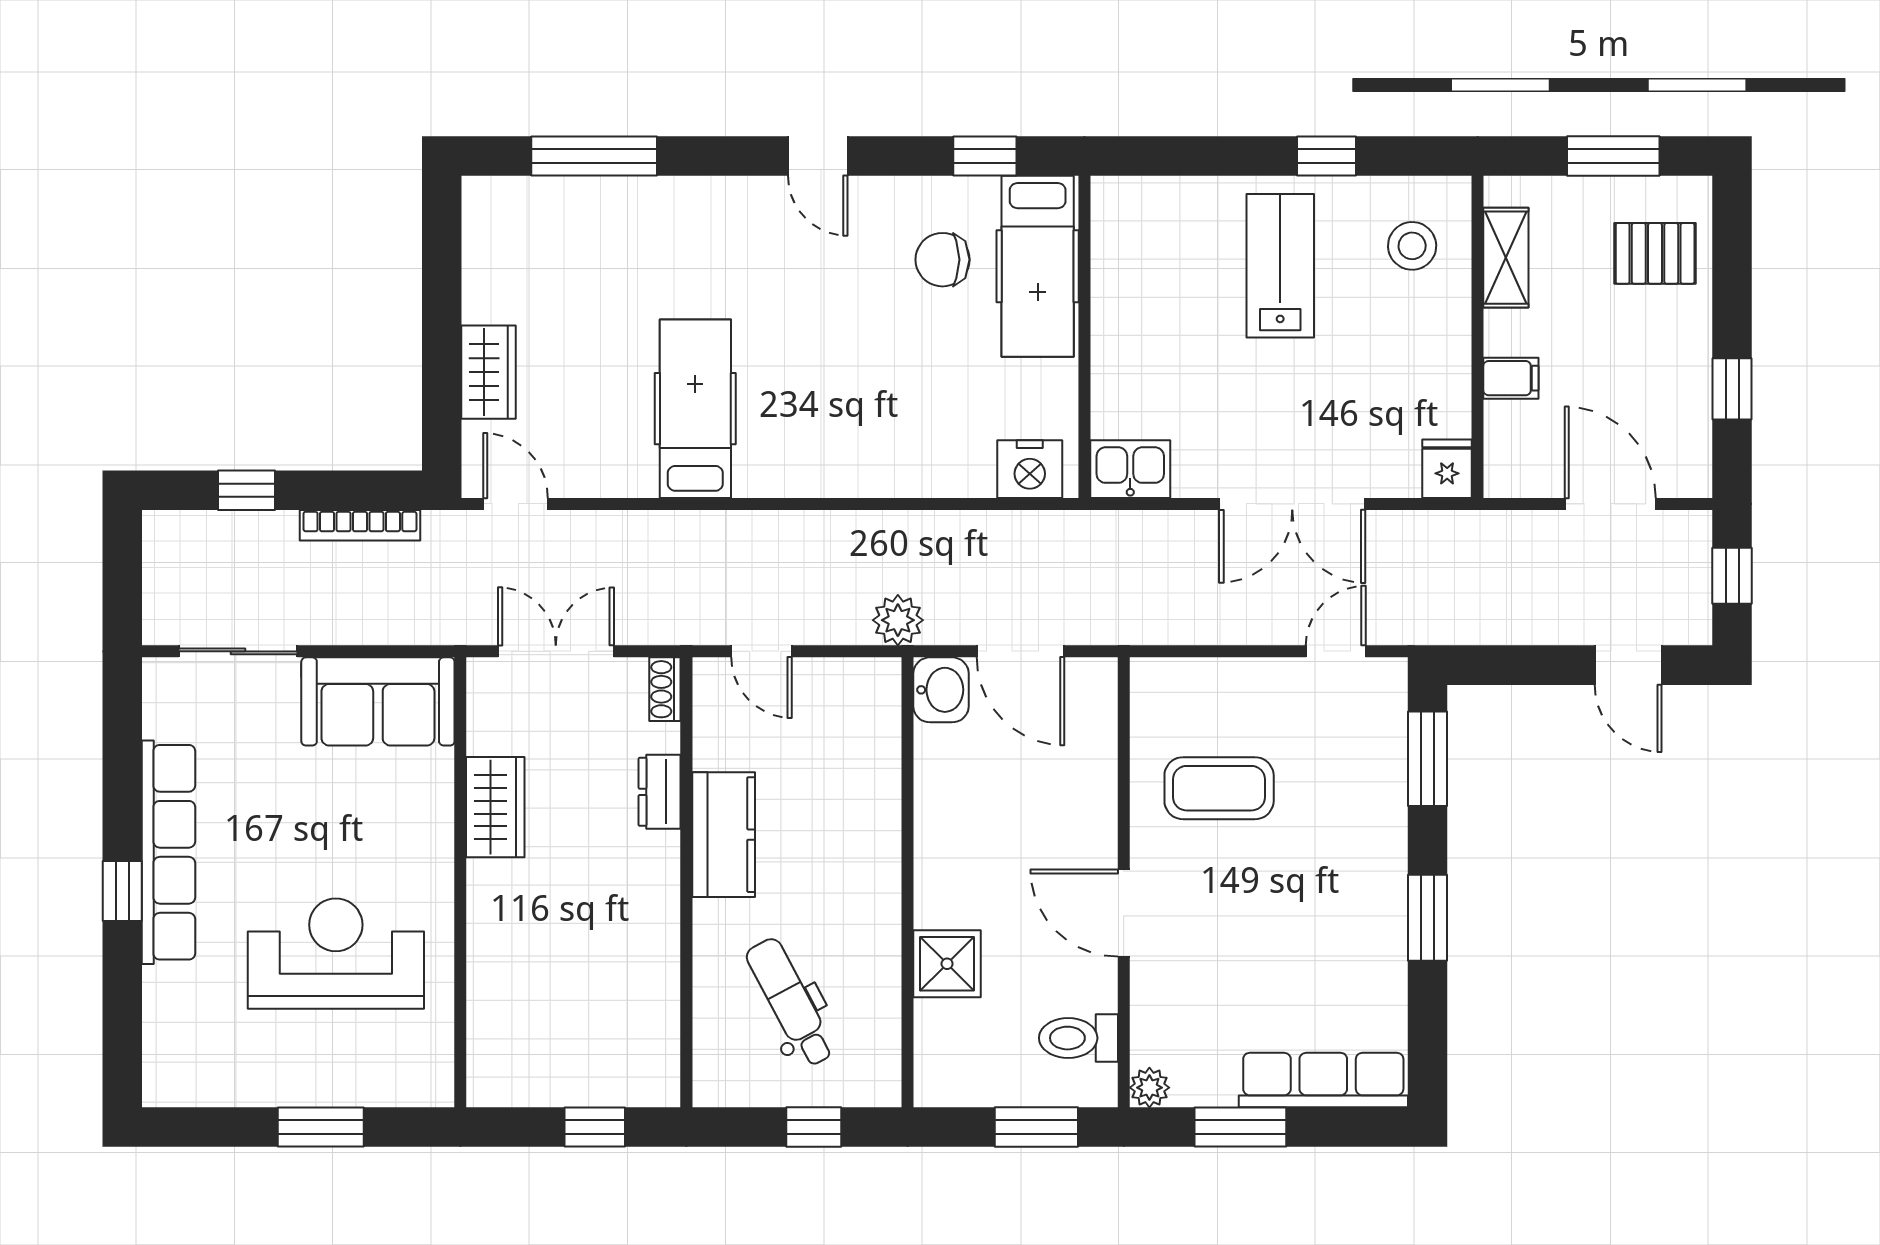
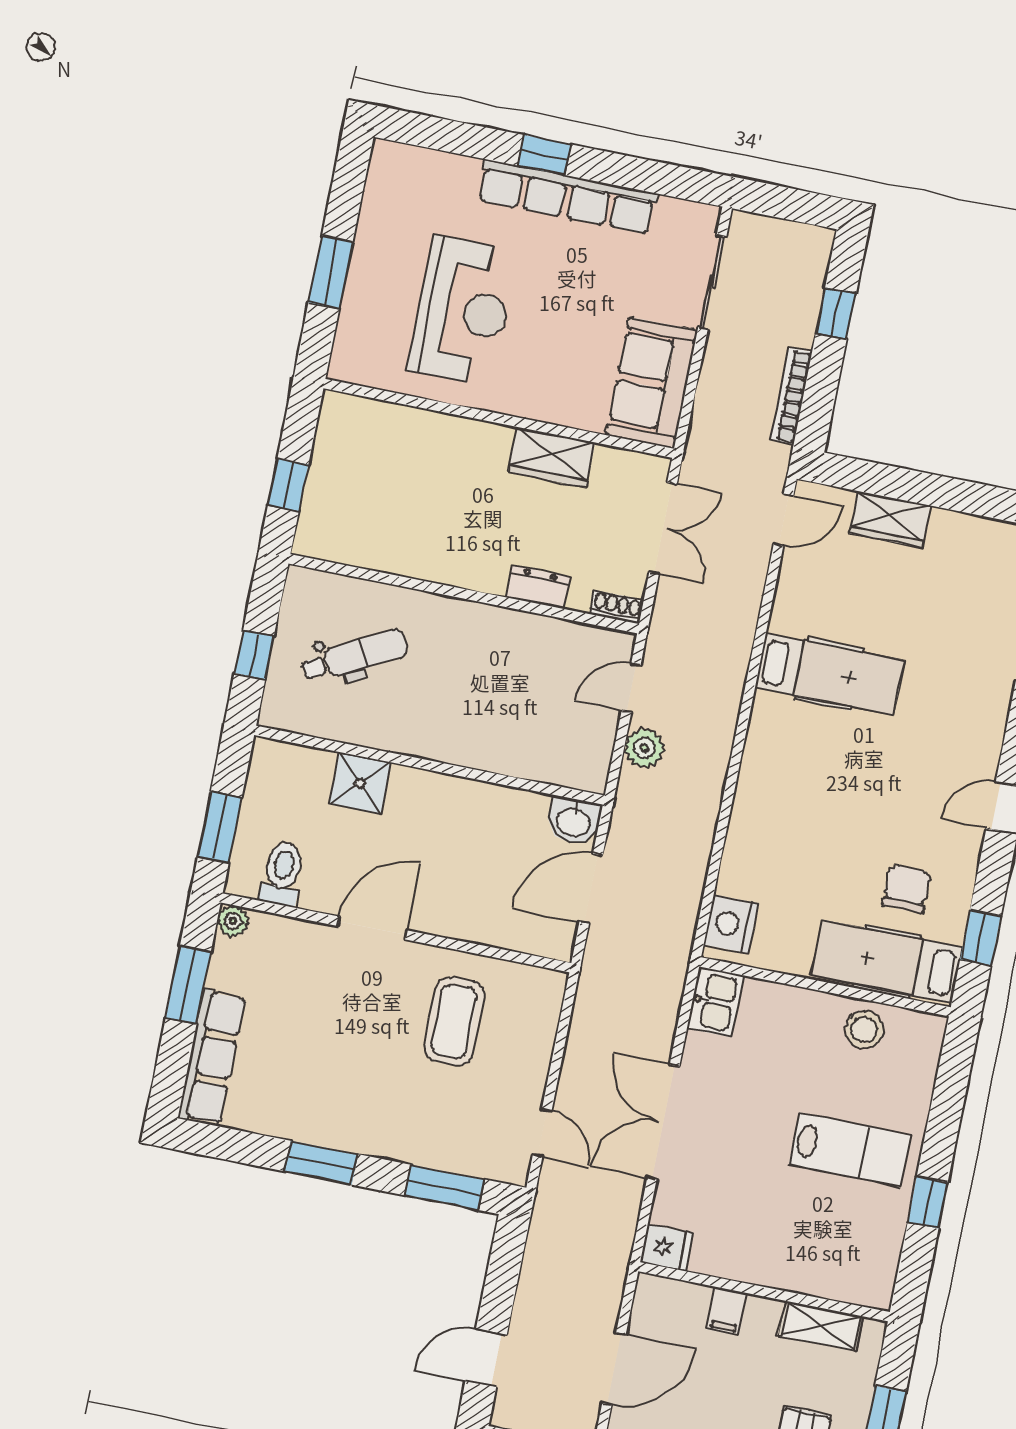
stool: (1412, 246) -> (864, 1030), moved
plant: (898, 620) -> (644, 748), moved
kitchen counter: (724, 835) -> (495, 630), removed

